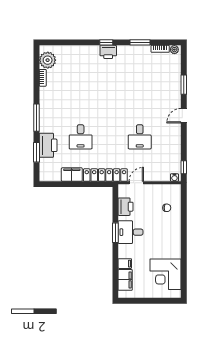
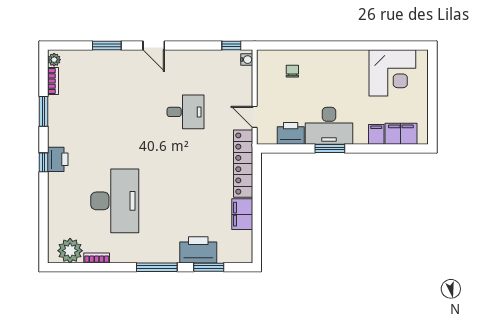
desk: (81, 137) -> (115, 201), moved, width x1.87, depth x1.30
desk: (130, 232) -> (329, 126), width x1.37

